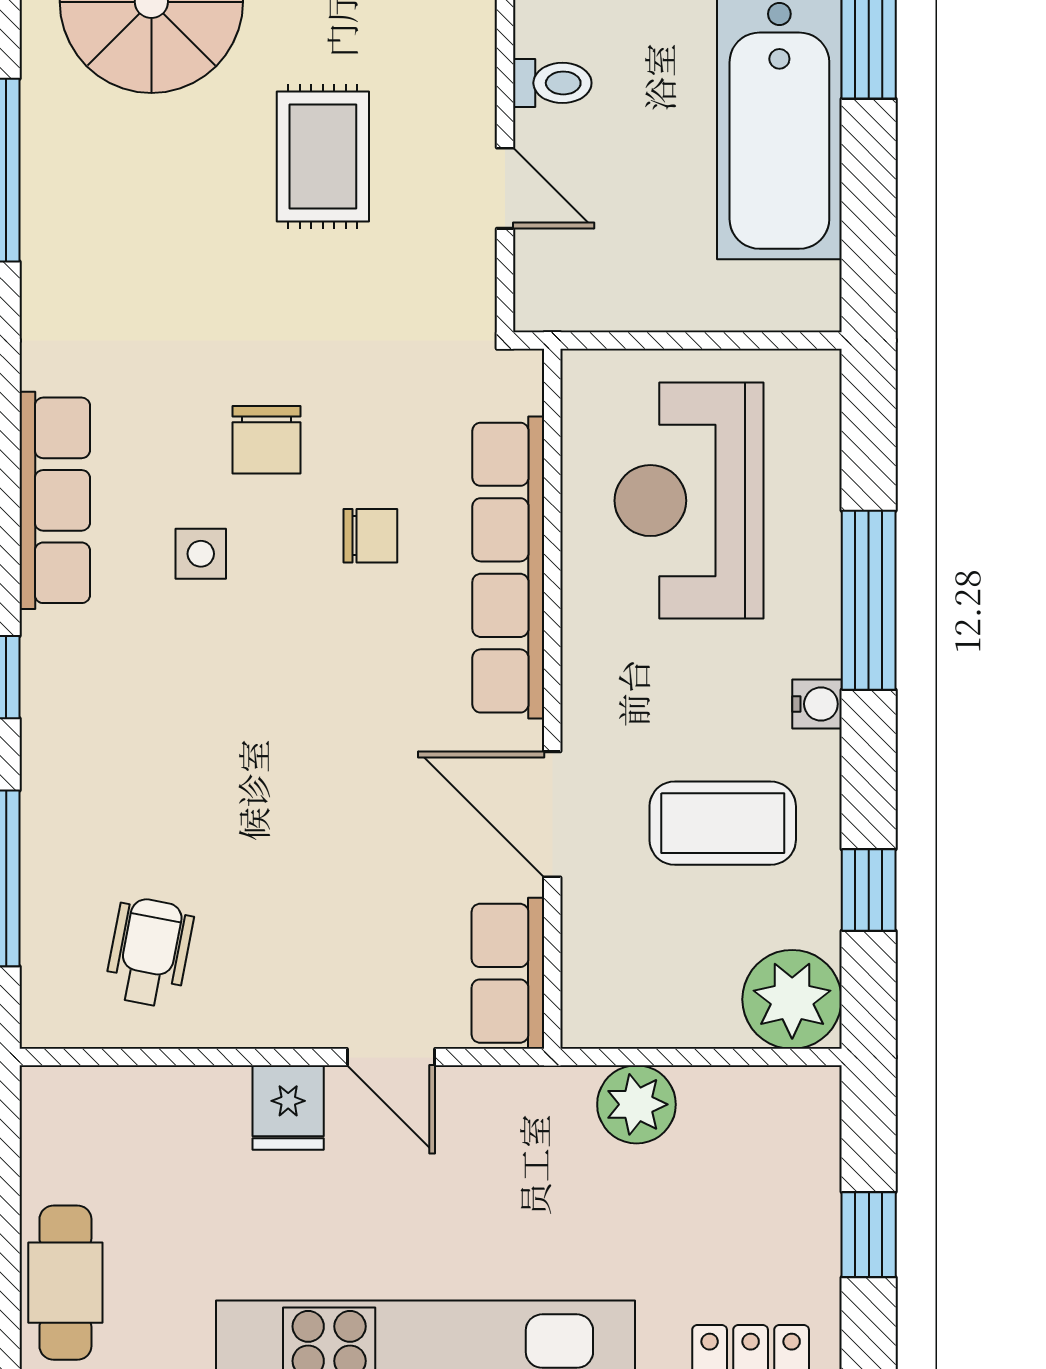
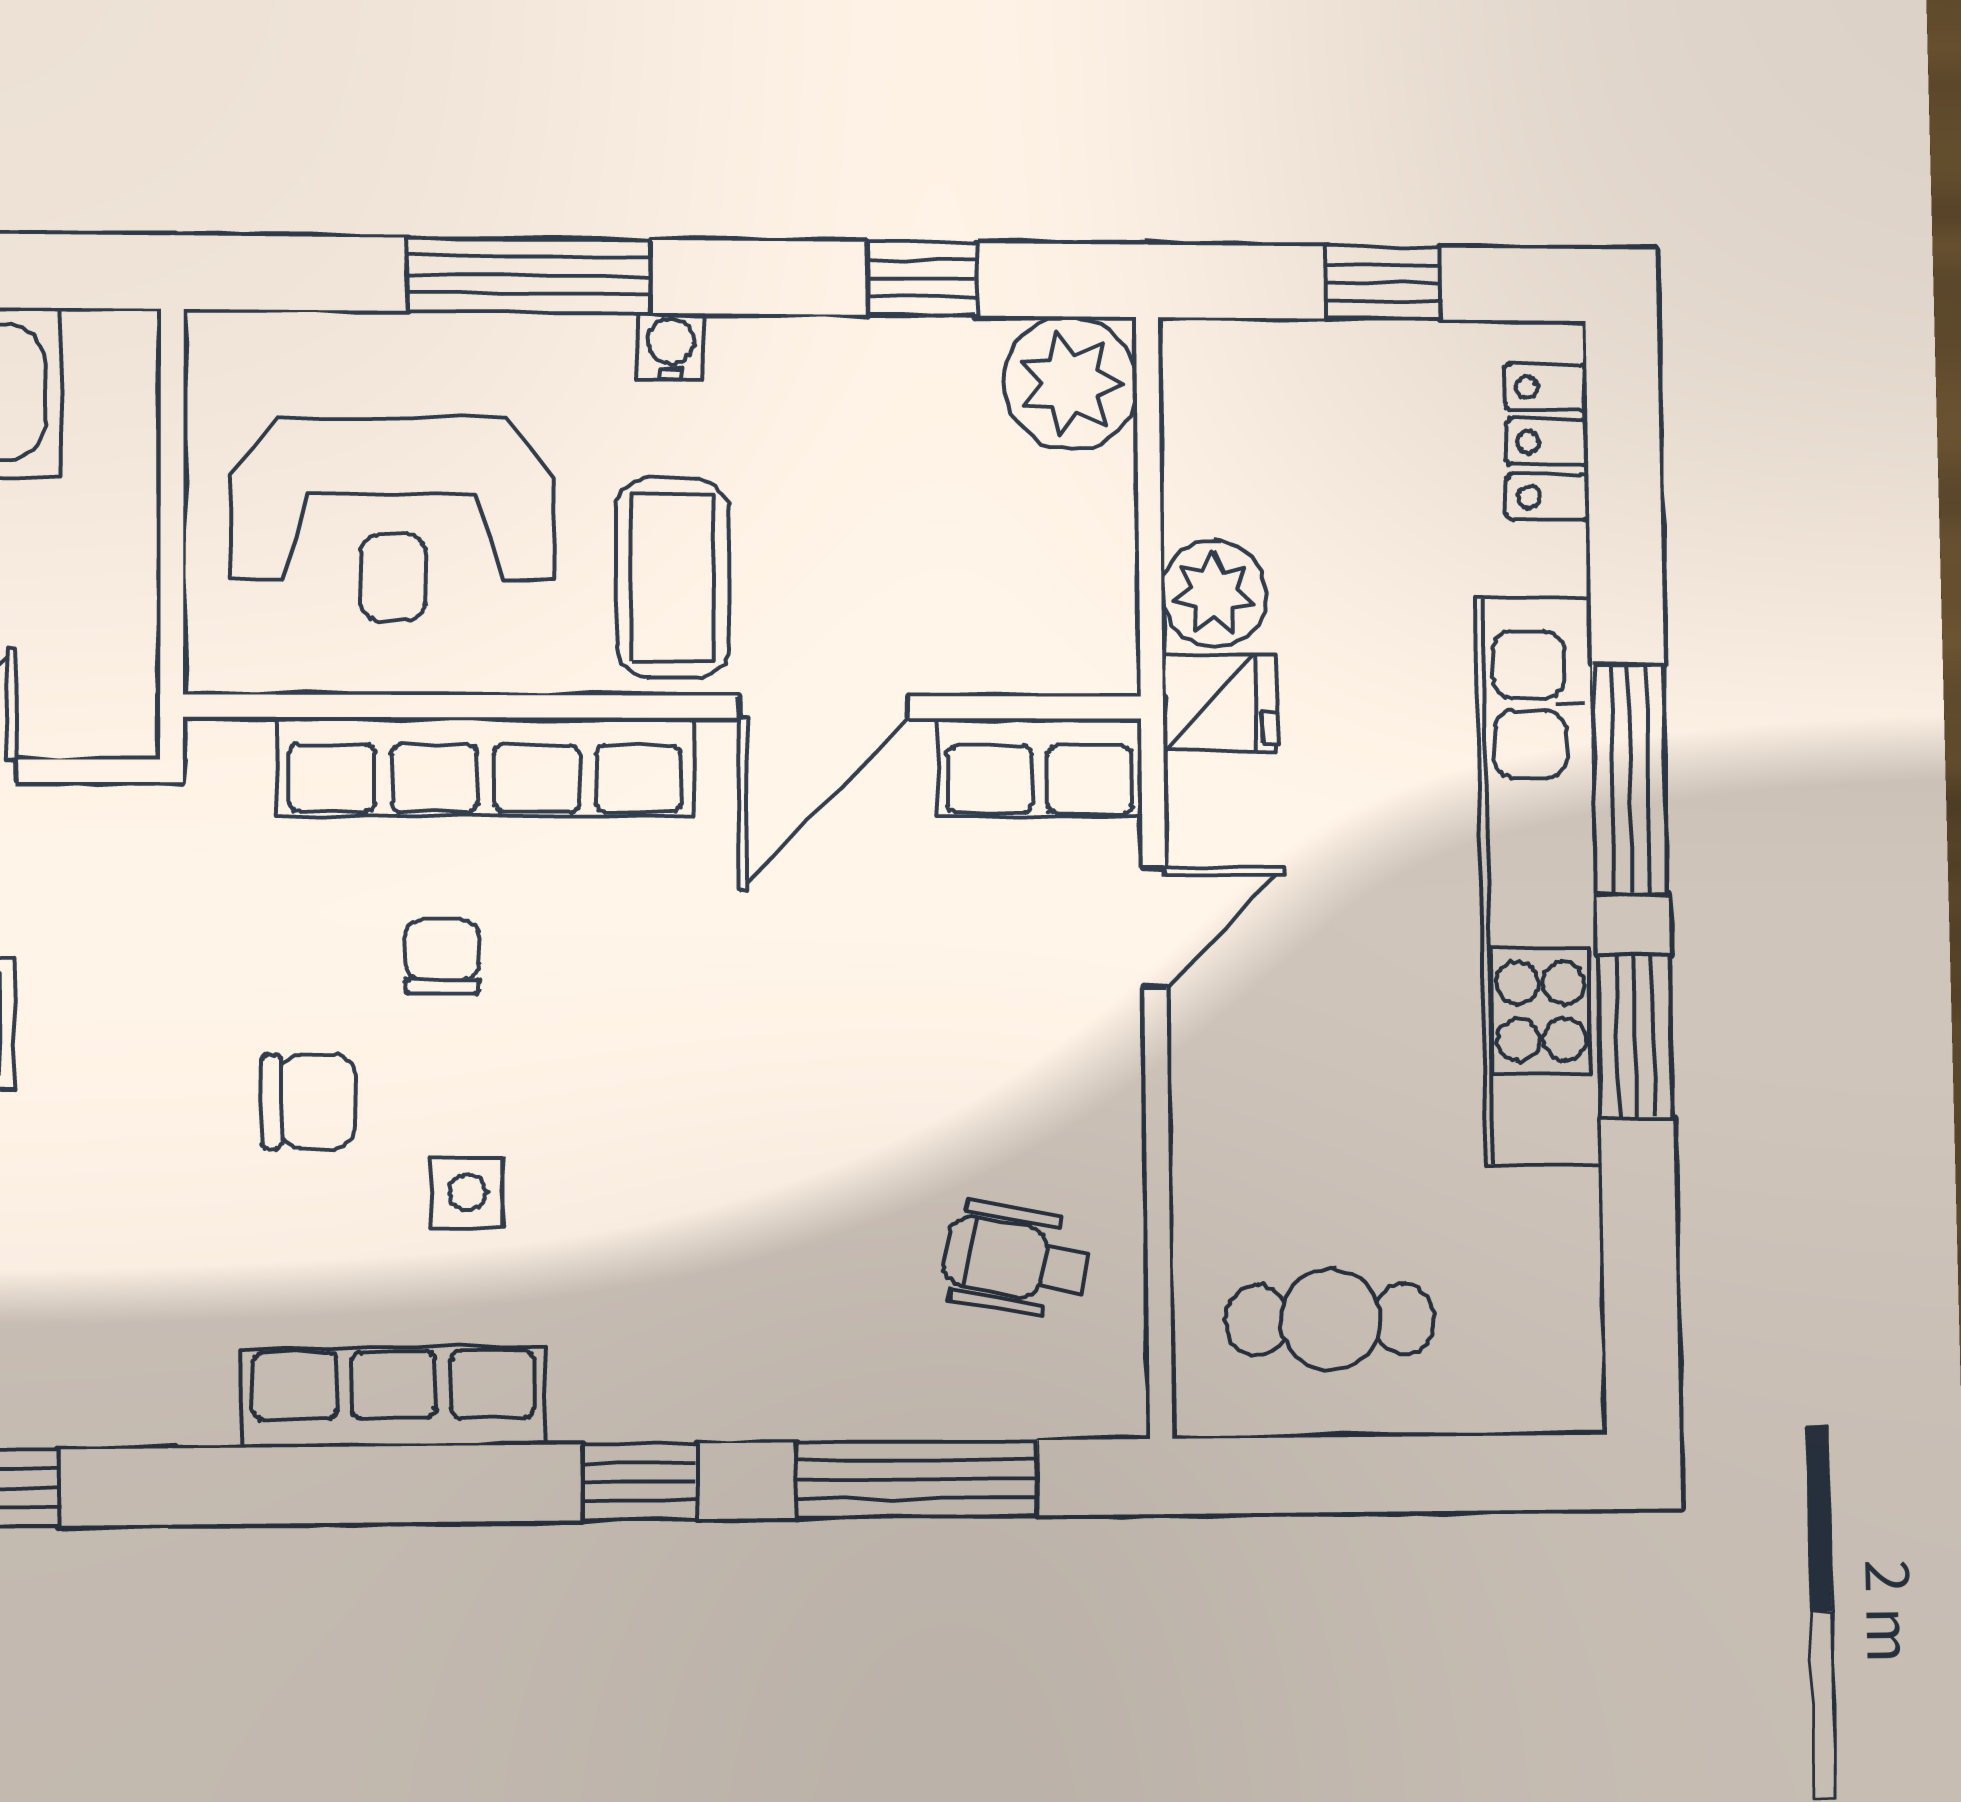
coffee table: (723, 823) -> (673, 578), moved
fridge: (288, 1108) -> (1220, 702), moved
cafe table: (65, 1283) -> (1330, 1320), moved

